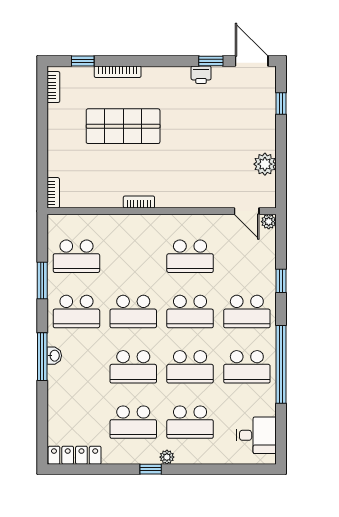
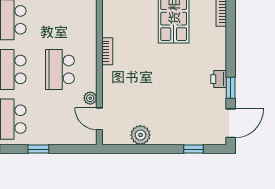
bookcase: (139, 202) -> (107, 51), moved
door: (247, 211) -> (99, 119), hinge flipped
plant: (269, 222) -> (90, 98), moved

